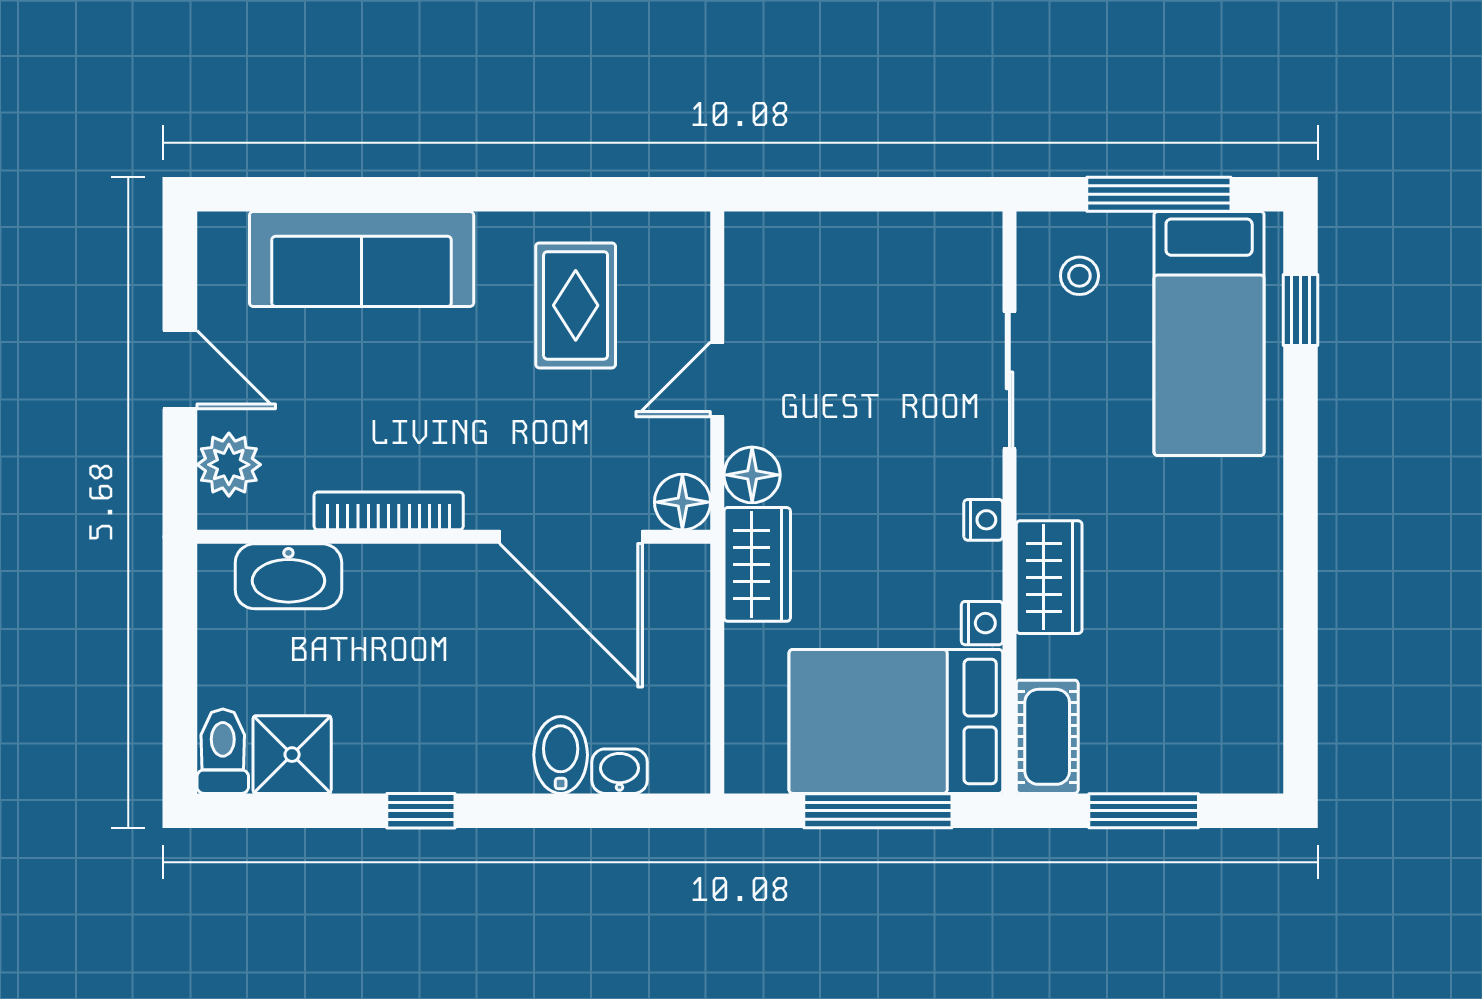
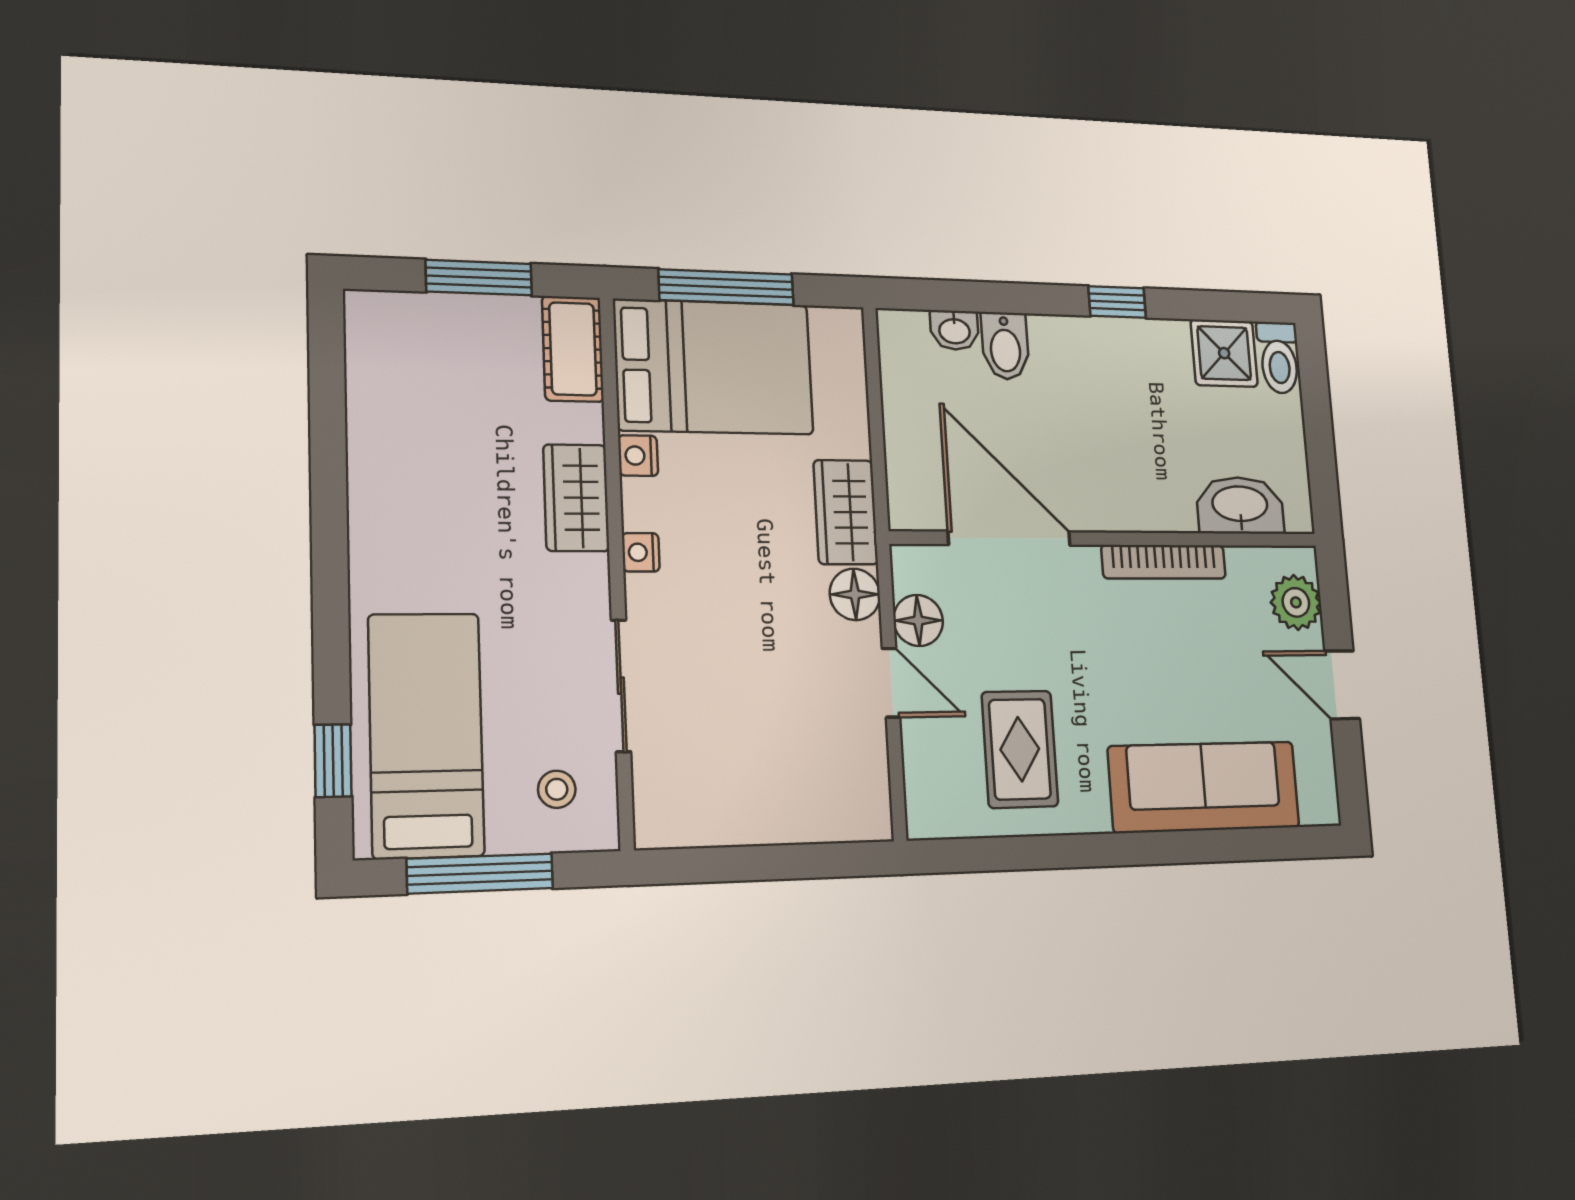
door: (717, 379) -> (891, 683), hinge flipped
floor lamp: (682, 502) -> (918, 620), moved

